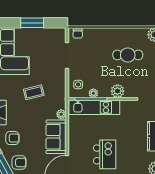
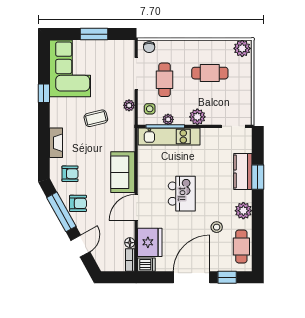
cafe table: (90, 61) -> (165, 80), added
plant: (61, 114) -> (129, 105), moved

